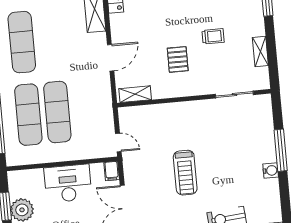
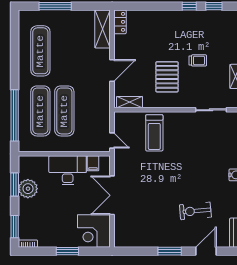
pallet: (178, 59) -> (167, 77), width x1.50, depth x1.42
filing cabinet: (112, 171) -> (93, 163), moved
treadmill: (185, 173) -> (154, 133), moved

